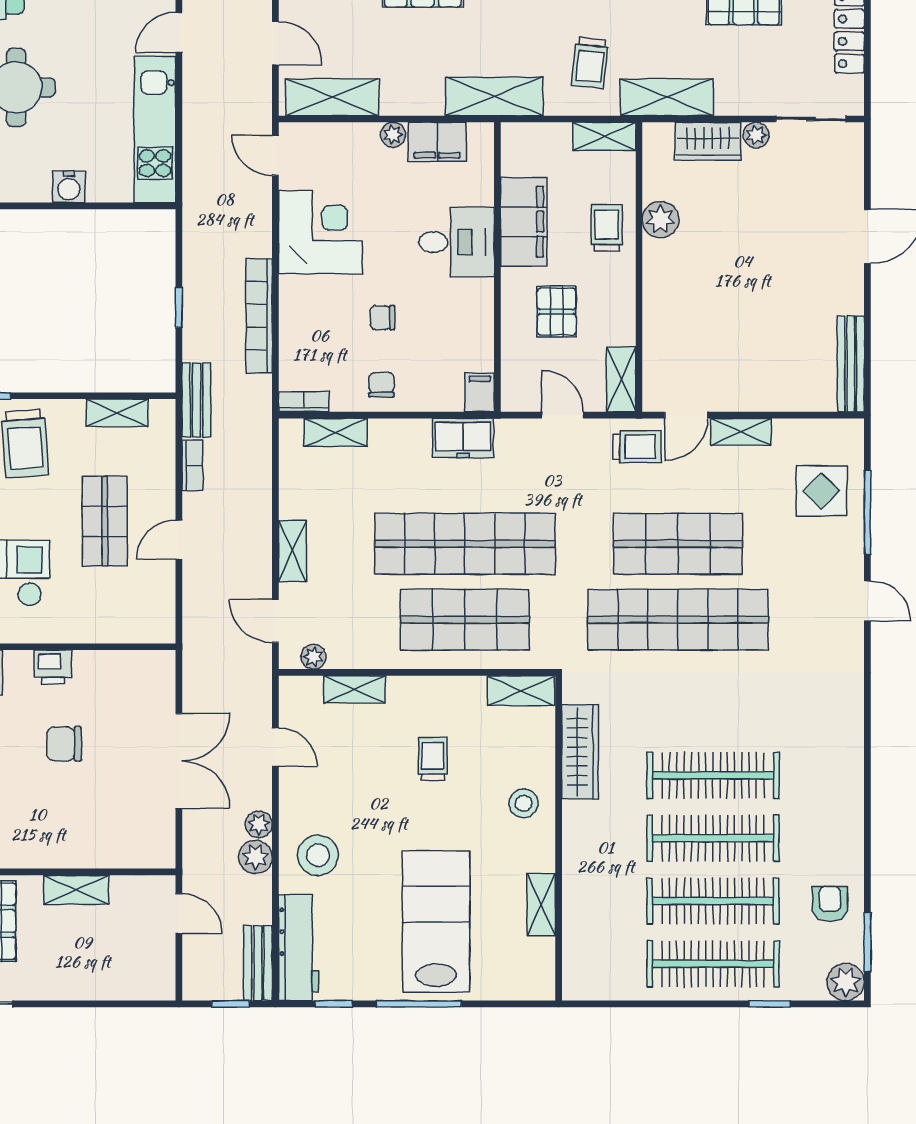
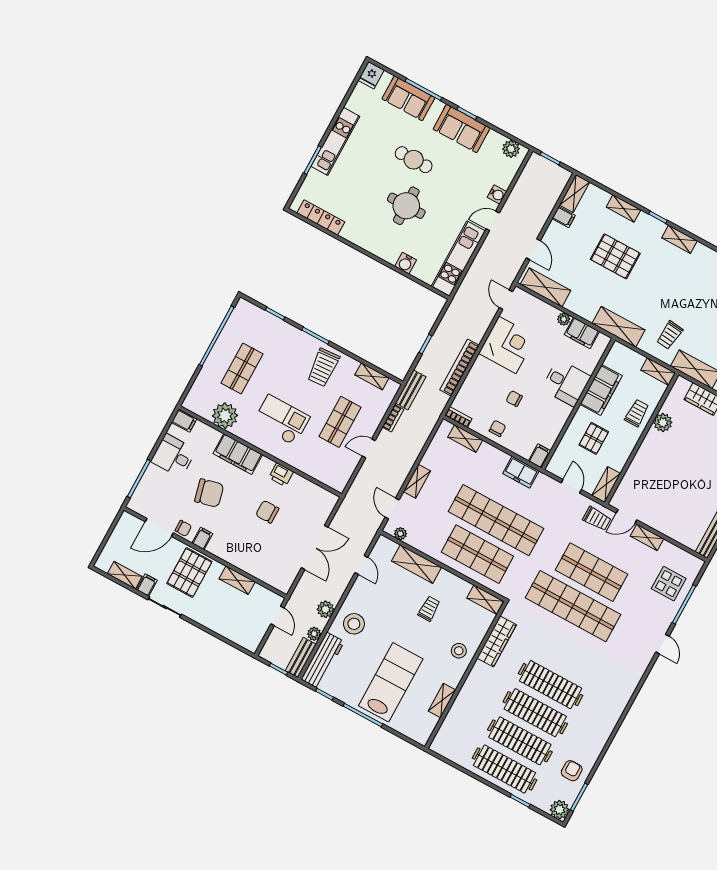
shelving: (354, 689) -> (417, 564), width x1.50, depth x1.33
plant: (259, 824) -> (314, 634), moved

